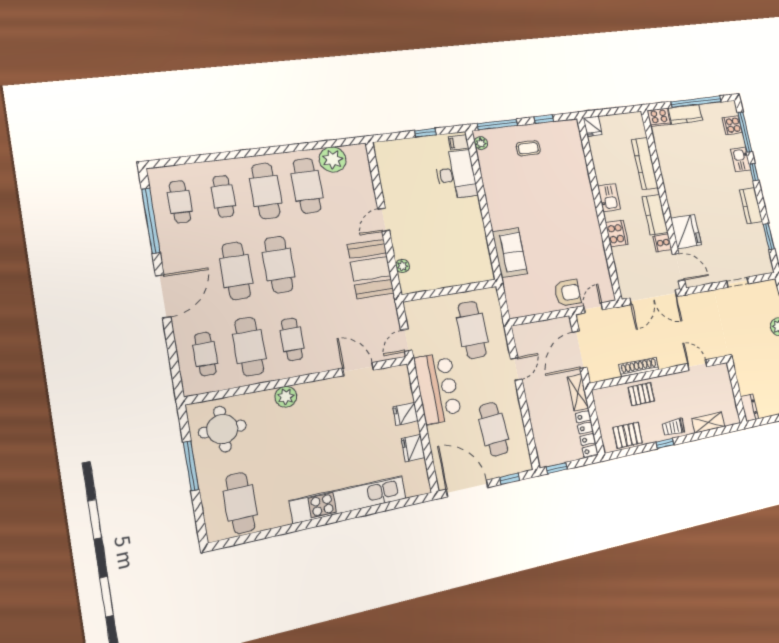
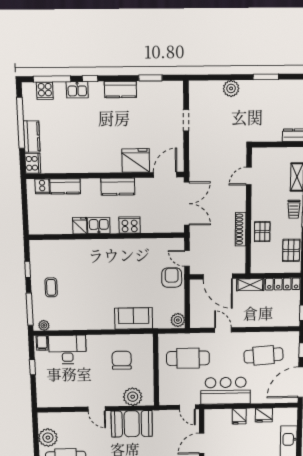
fridge: (593, 126) -> (80, 226), moved, turned -90
kitchen counter: (645, 163) -> (65, 186), width x0.67
cooker: (662, 243) -> (42, 186), moved
chair: (454, 245) -> (122, 360), added
plant: (403, 266) -> (133, 397), width x1.88, depth x1.88
plant: (518, 309) -> (178, 320), added

